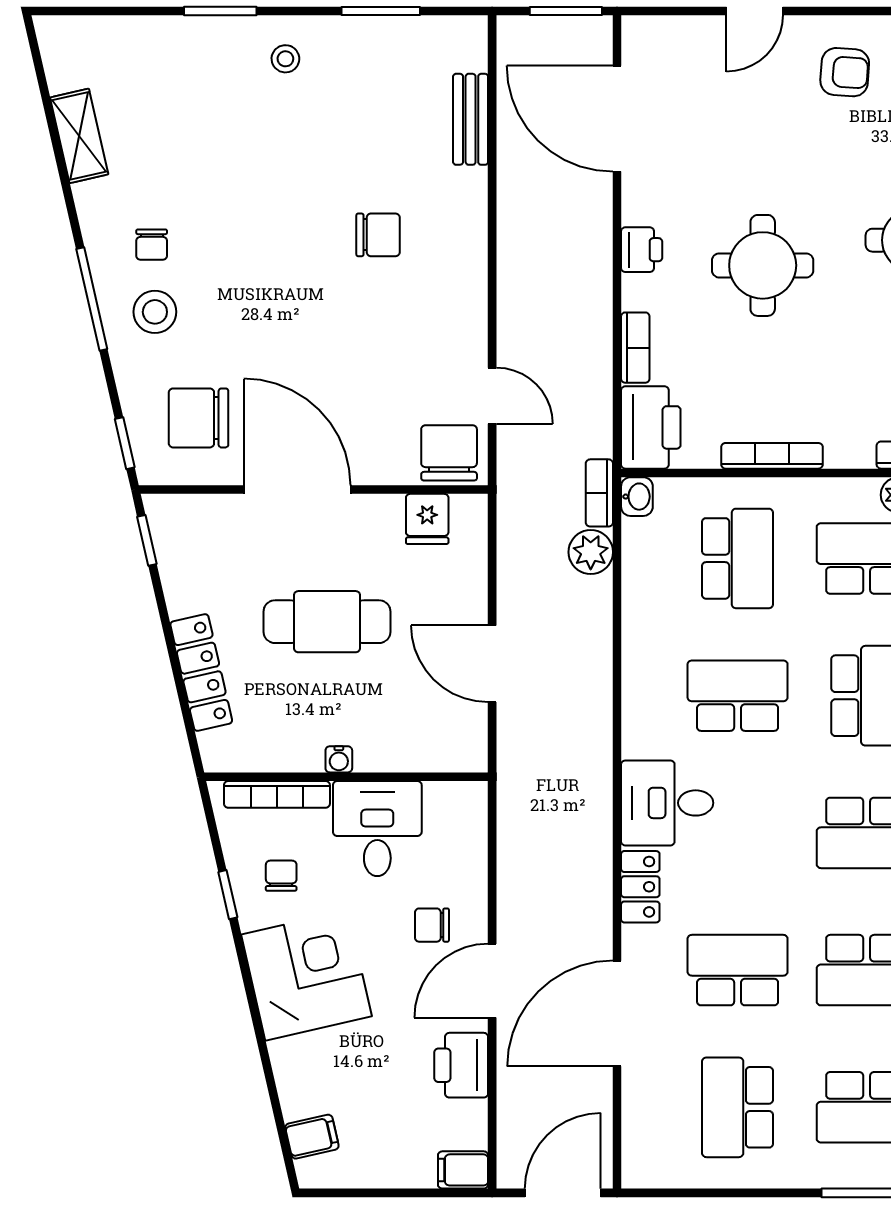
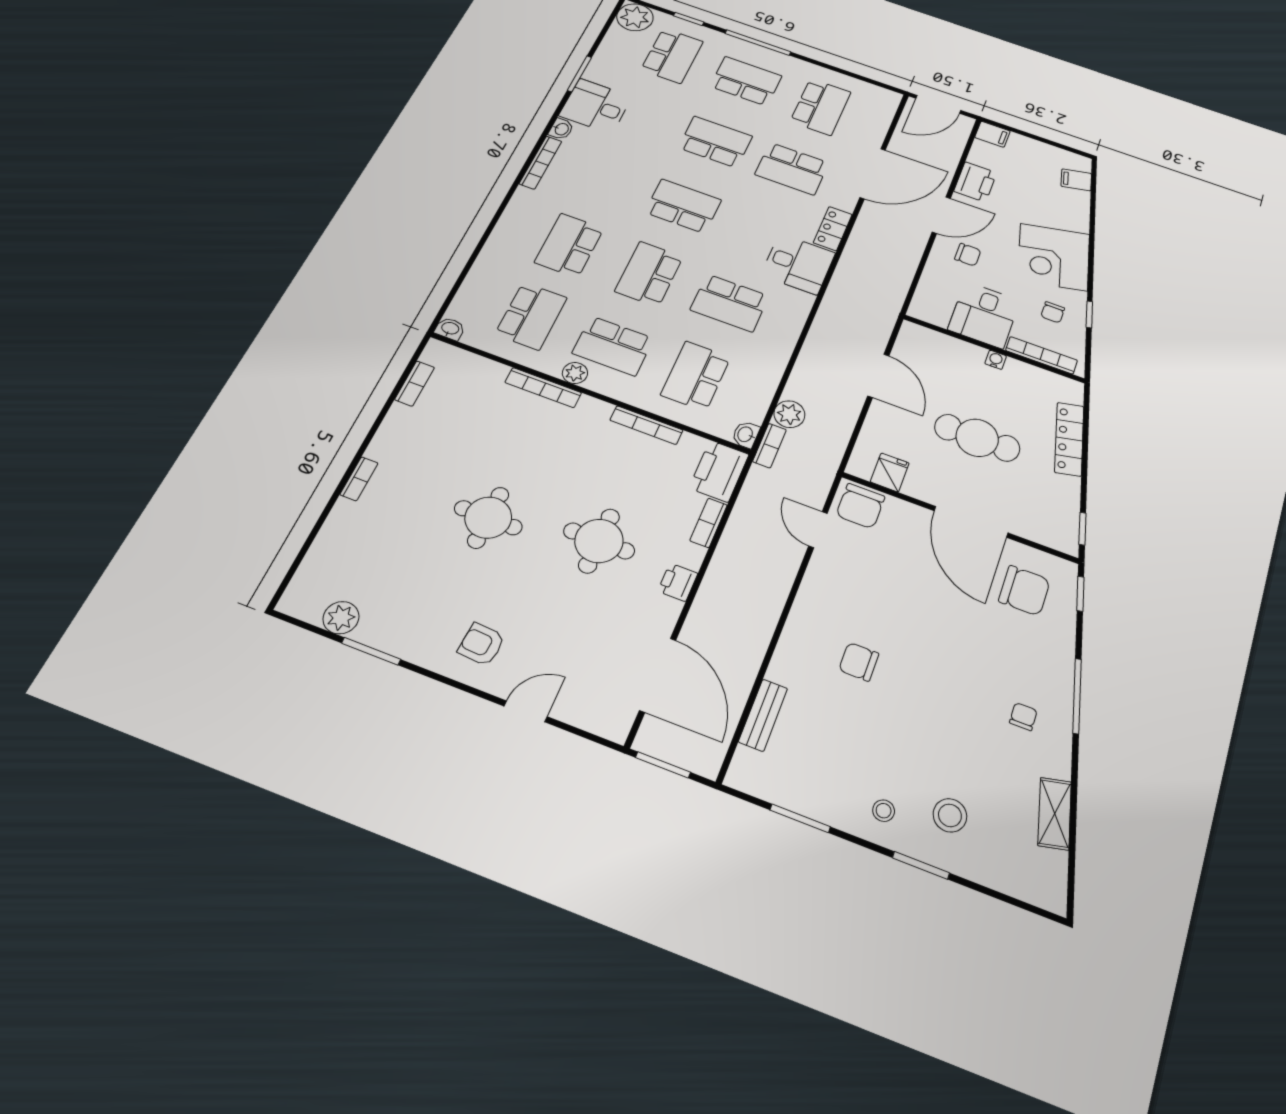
stool: (155, 312) -> (950, 815), moved

